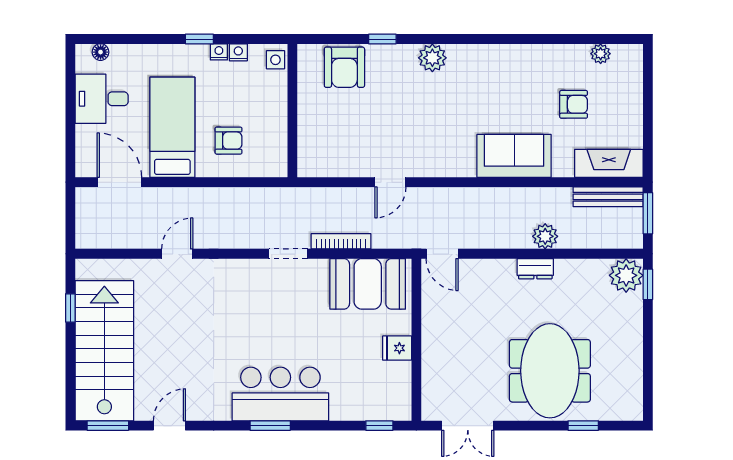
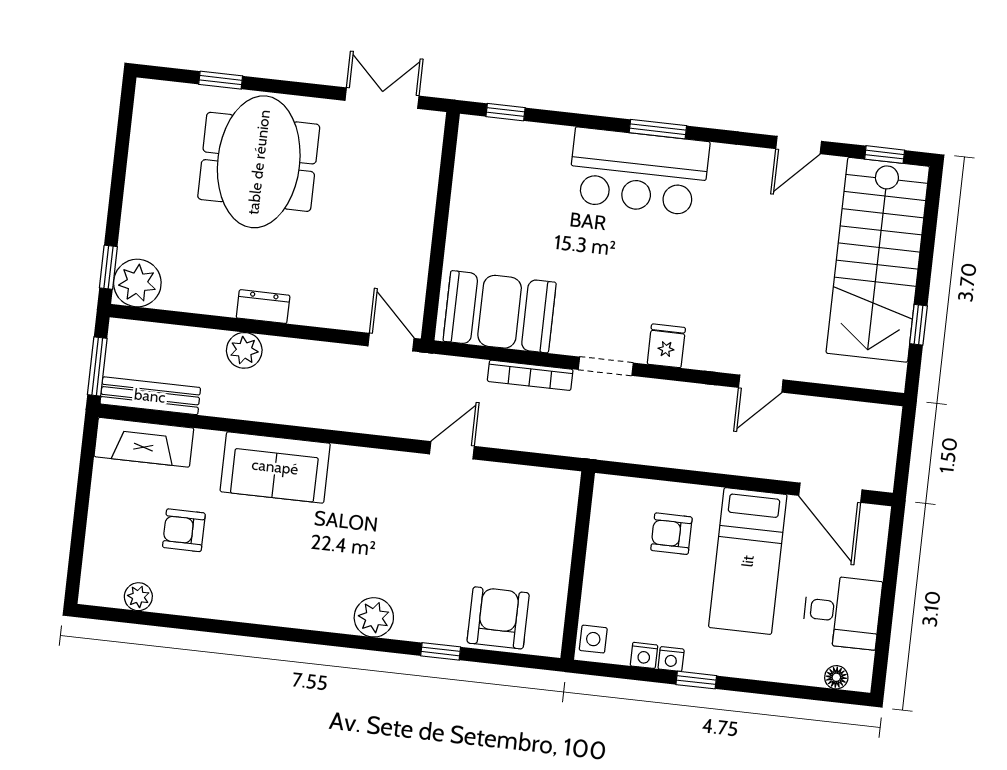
fridge: (397, 348) -> (666, 346), moved, turned -90
window: (108, 426) -> (885, 155), width x0.67

